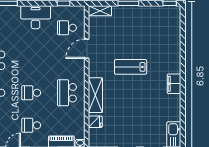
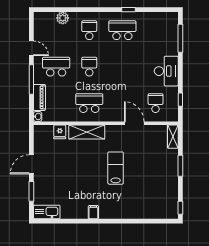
filing cabinet: (174, 84) -> (93, 212), width x0.50
school desk: (31, 125) -> (56, 67), width x1.85

